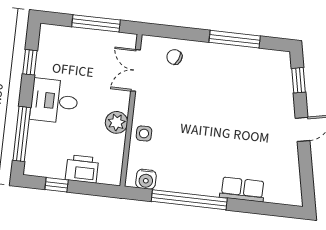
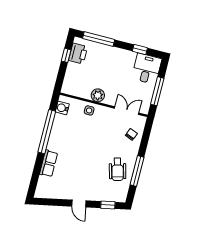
wheelchair: (236, 72) -> (118, 169), added
desk: (54, 101) -> (147, 69), moved
printer: (82, 169) -> (78, 54), moved

